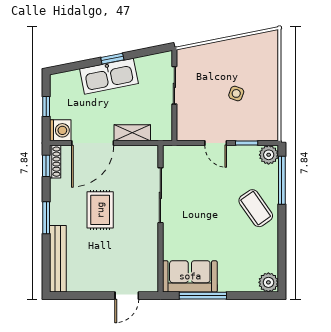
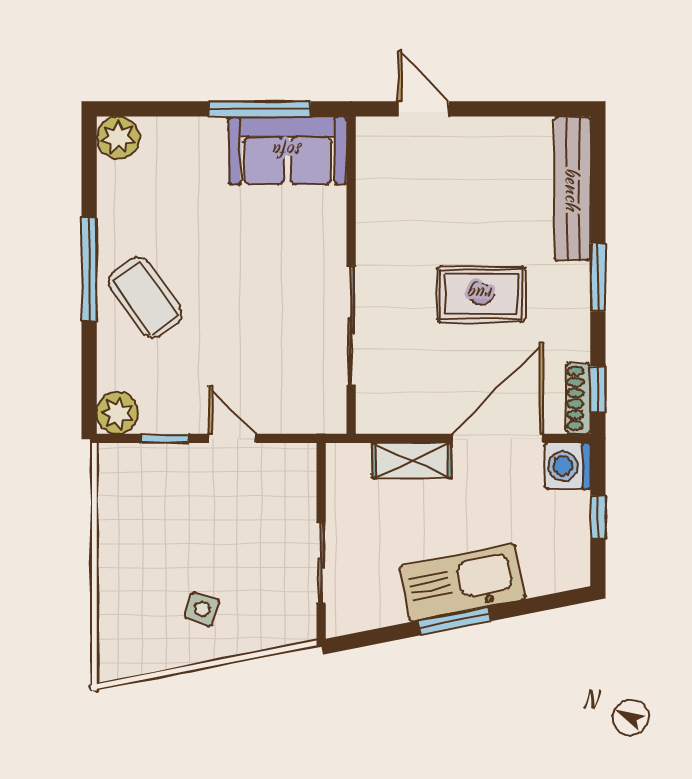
window: (112, 59) -> (455, 621), width x1.50
side table: (236, 93) -> (202, 609), moved
window: (282, 180) -> (89, 269), moved
rug: (100, 210) -> (481, 294), turned 90
door: (127, 296) -> (424, 109), hinge flipped

